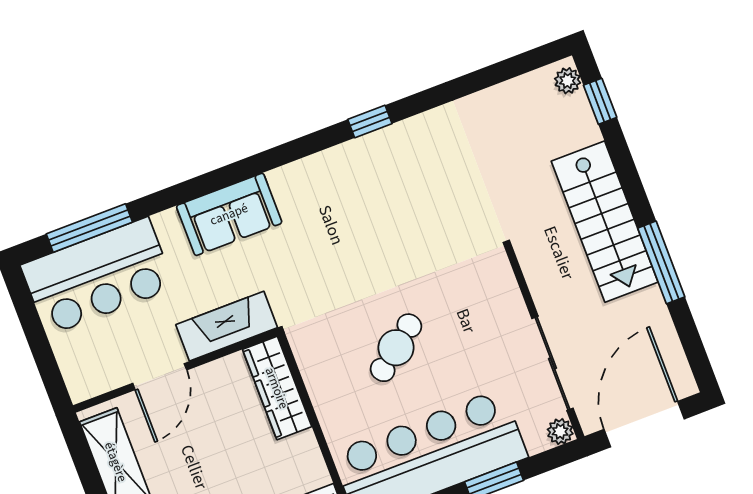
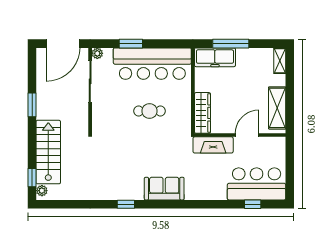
sofa: (229, 214) -> (164, 189), moved
stairs: (605, 222) -> (48, 152), moved
window: (89, 228) -> (253, 204), width x0.46
window: (661, 262) -> (32, 105), width x0.69
cafe table: (396, 348) -> (150, 111), turned 38

